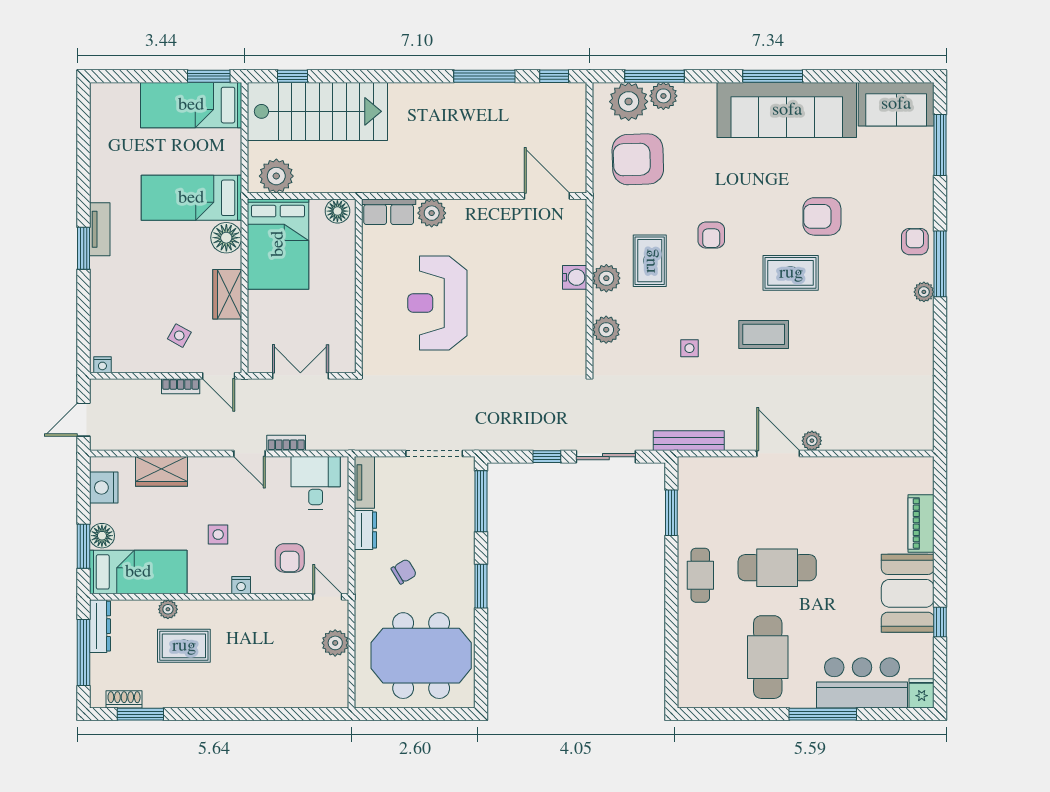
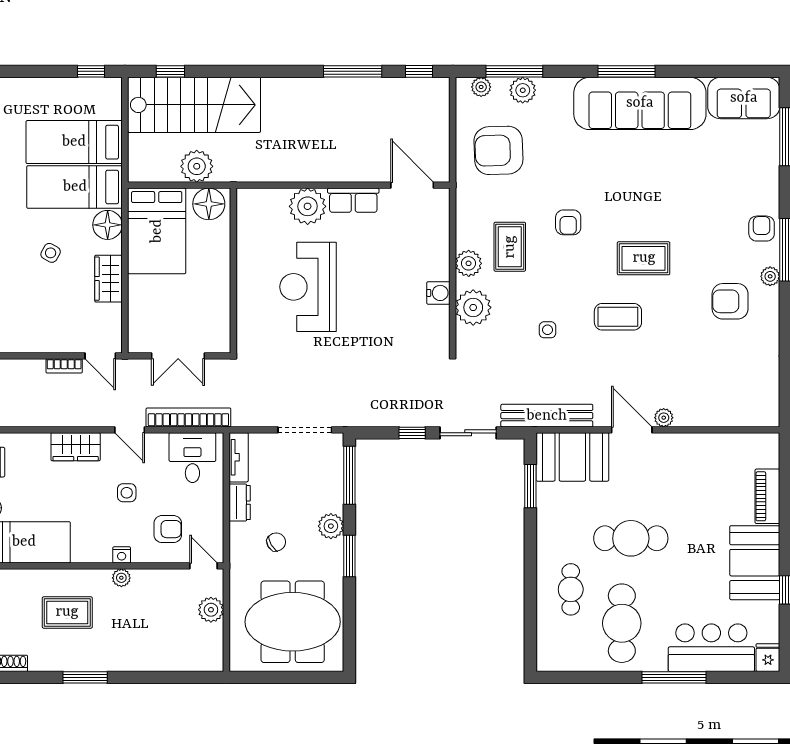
window: (209, 76) -> (91, 71), width x0.67
plant: (629, 102) -> (481, 87), width x0.53, depth x0.53
bed: (191, 105) -> (74, 142), moved
plant: (276, 176) -> (197, 166), moved
floor lamp: (337, 211) -> (209, 204), width x1.38, depth x1.38
row of seats: (389, 212) -> (353, 200), moved
plant: (432, 213) -> (308, 206), width x1.36, depth x1.36
armchair: (822, 216) -> (730, 301), moved
water cooler: (575, 277) -> (438, 293), moved
plant: (606, 330) -> (473, 307), width x1.36, depth x1.36
side table: (179, 336) -> (51, 253), moved
double door: (300, 376) -> (178, 356), swing flipped
bench: (689, 441) -> (547, 416), width x1.37, depth x1.21
bookcase: (286, 443) -> (188, 417), width x2.31, depth x1.31
wardrobe: (161, 471) -> (76, 447), moved
booth: (716, 482) -> (572, 457), added
side table: (218, 535) -> (127, 493), moved
plant: (461, 555) -> (331, 526), added
armchair: (290, 558) -> (168, 529), turned -90
cafe table: (700, 575) -> (571, 589), moved
plant: (168, 609) -> (121, 578), moved
window: (140, 714) -> (85, 677), moved

